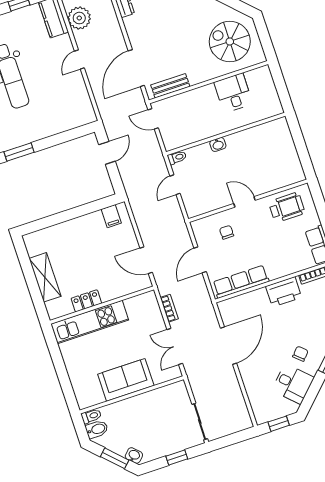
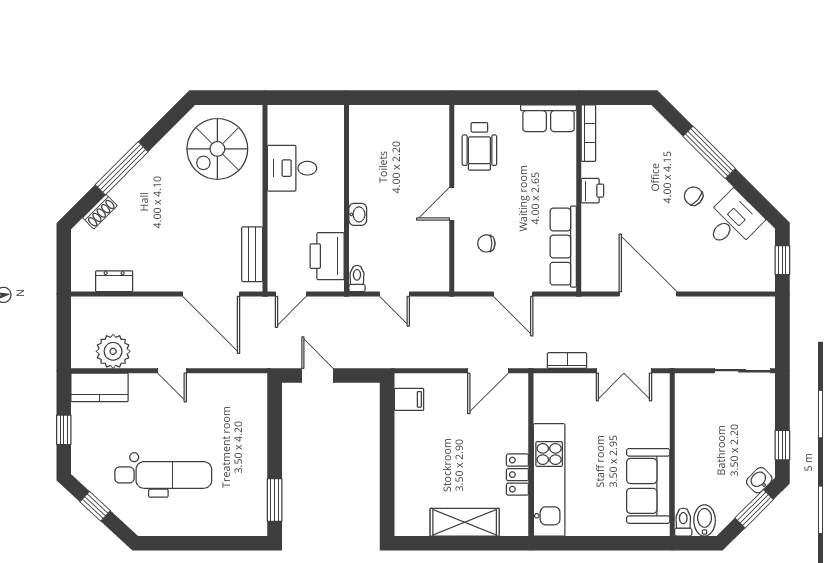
printer: (185, 134) -> (327, 256), added
wheelchair: (287, 207) -> (479, 146), turned 180
printer: (284, 292) -> (592, 191), width x0.53, depth x0.68
sofa: (126, 380) -> (648, 486), moved
window: (177, 458) -> (782, 445), moved

